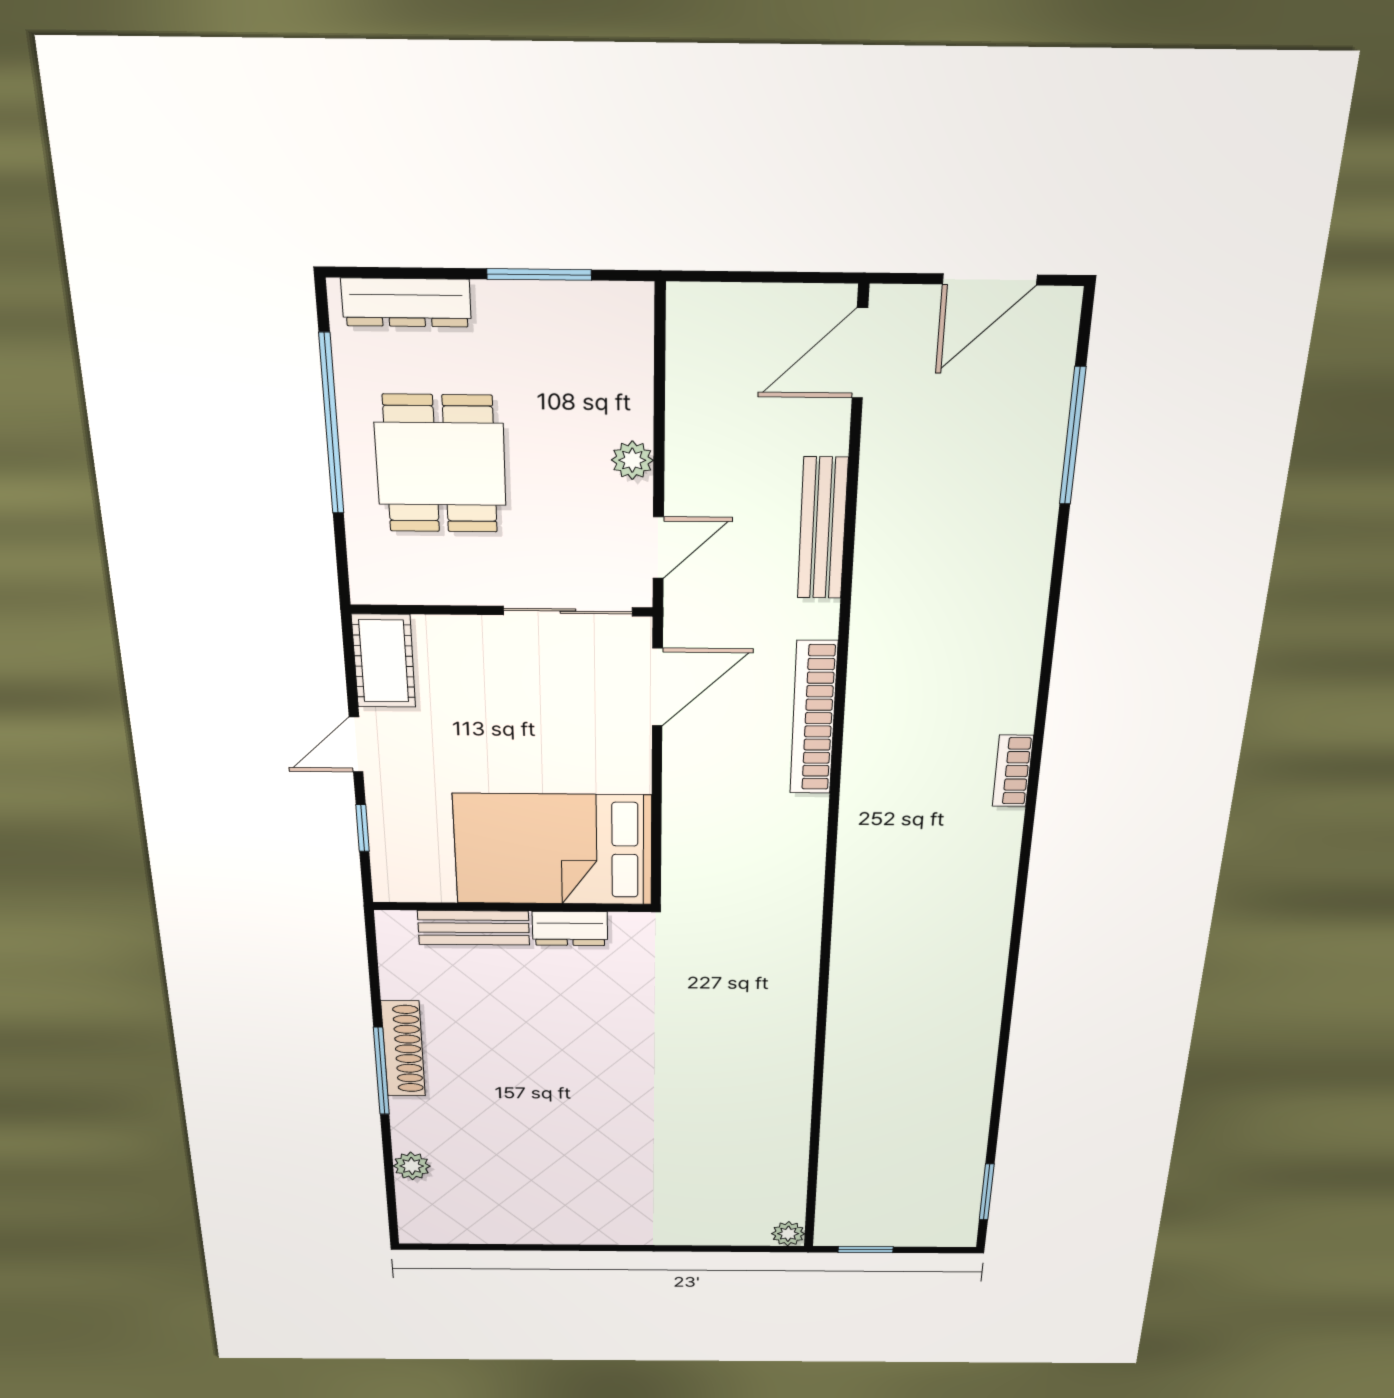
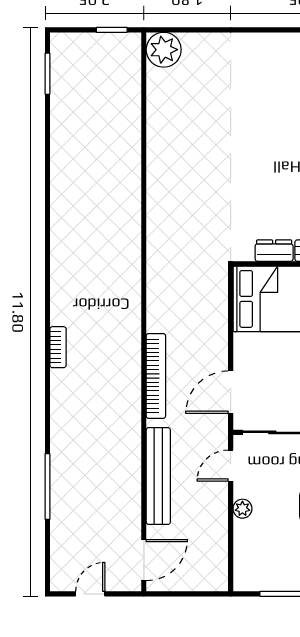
door: (990, 279) -> (90, 594), width x0.73
window: (1073, 436) -> (47, 486), moved
bench: (823, 528) -> (158, 476), width x1.37, depth x1.21
plant: (788, 1234) -> (164, 50), width x1.87, depth x1.87

